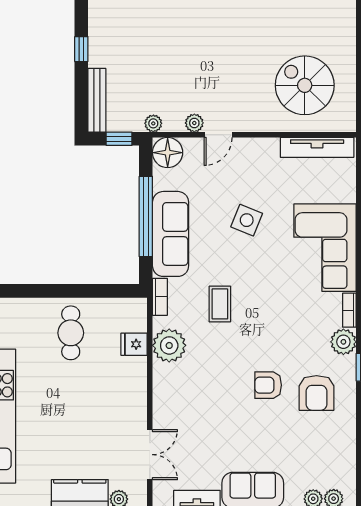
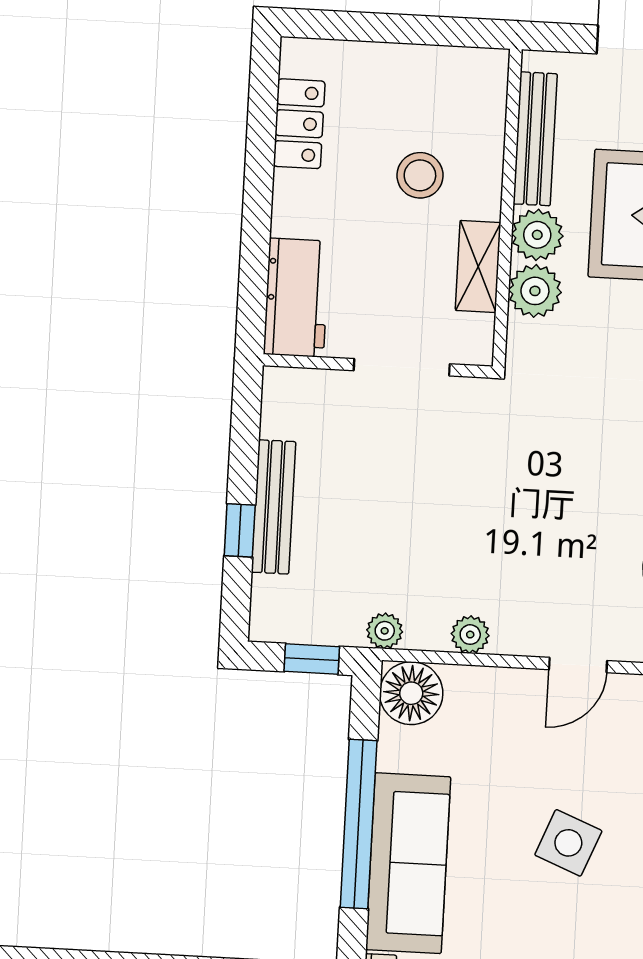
window: (81, 49) -> (240, 530), moved
bench: (97, 100) -> (274, 507), moved
door: (218, 135) -> (578, 665), moved

